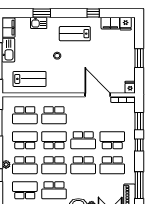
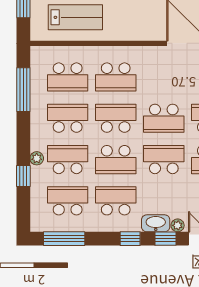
school desk: (25, 165) -> (68, 160), turned 180
school desk: (83, 165) -> (164, 160), turned 180
school desk: (54, 190) -> (116, 201), turned 180

